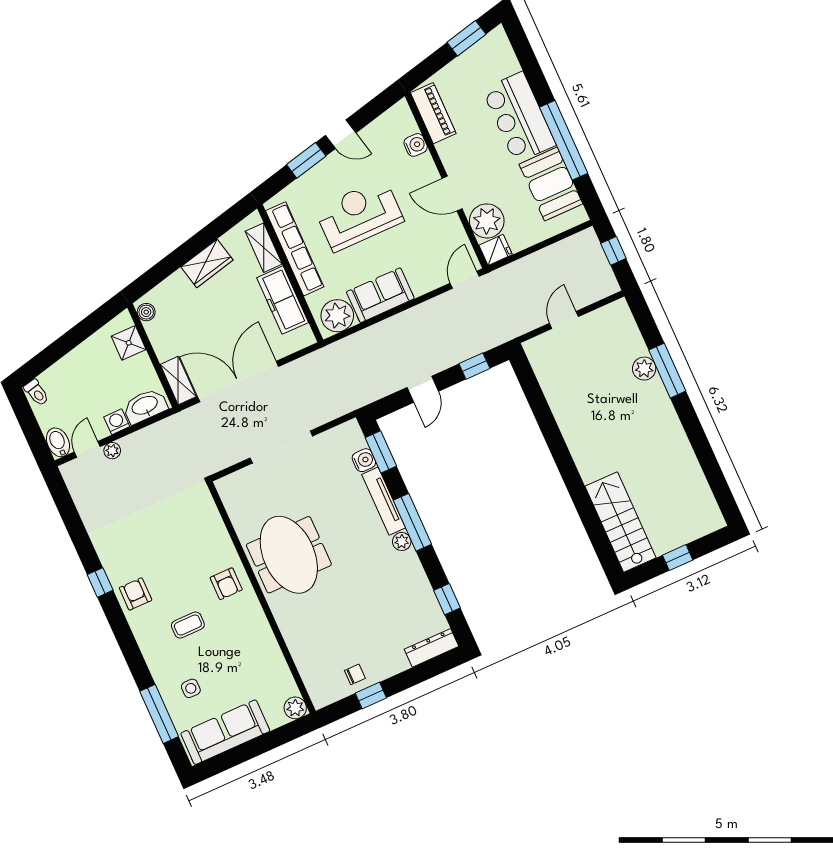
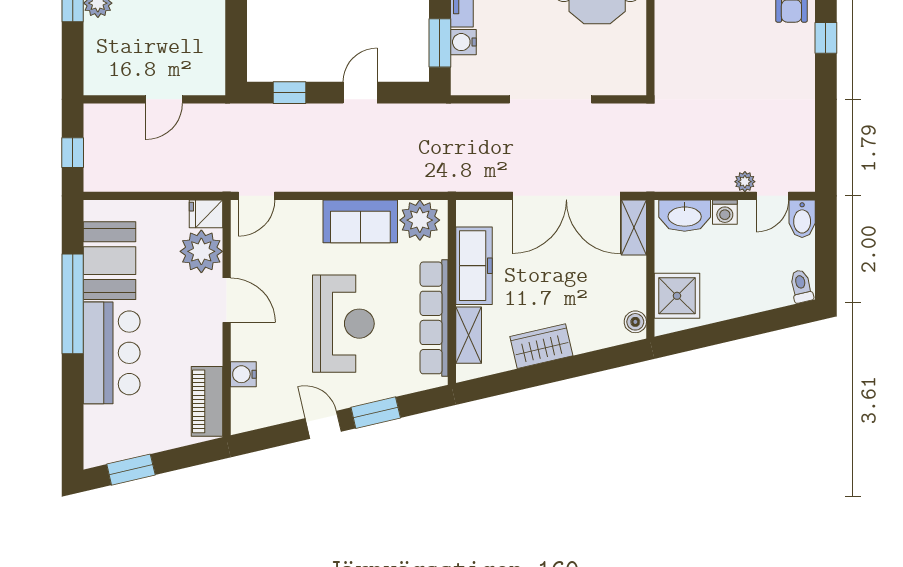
reception desk: (359, 215) -> (343, 324), turned -90
shower: (129, 343) -> (677, 296), width x1.36, depth x1.36

